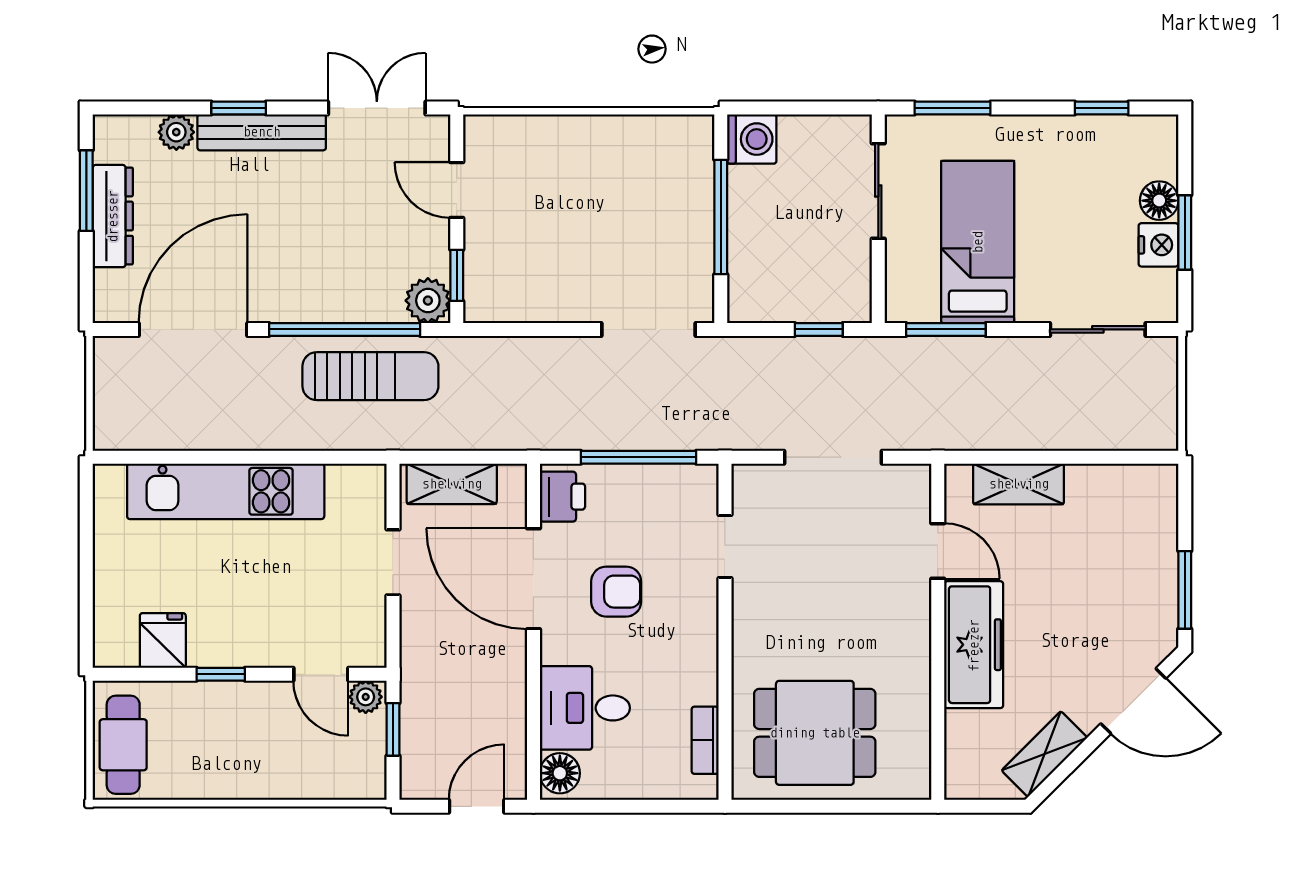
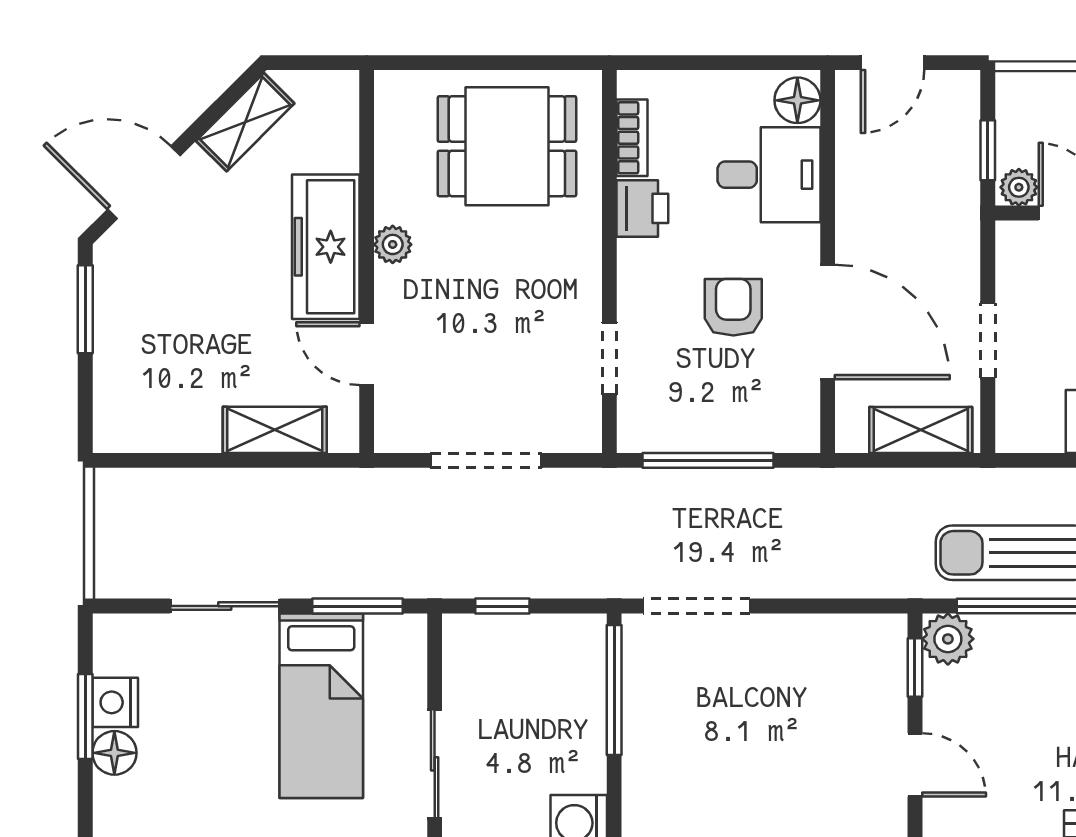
window: (721, 217) -> (614, 690), moved
sliding door: (1098, 329) -> (225, 606), moved
printer: (562, 497) -> (642, 208), moved, turned 180
armchair: (616, 592) -> (733, 307), turned 90
plant: (915, 647) -> (393, 244), added

